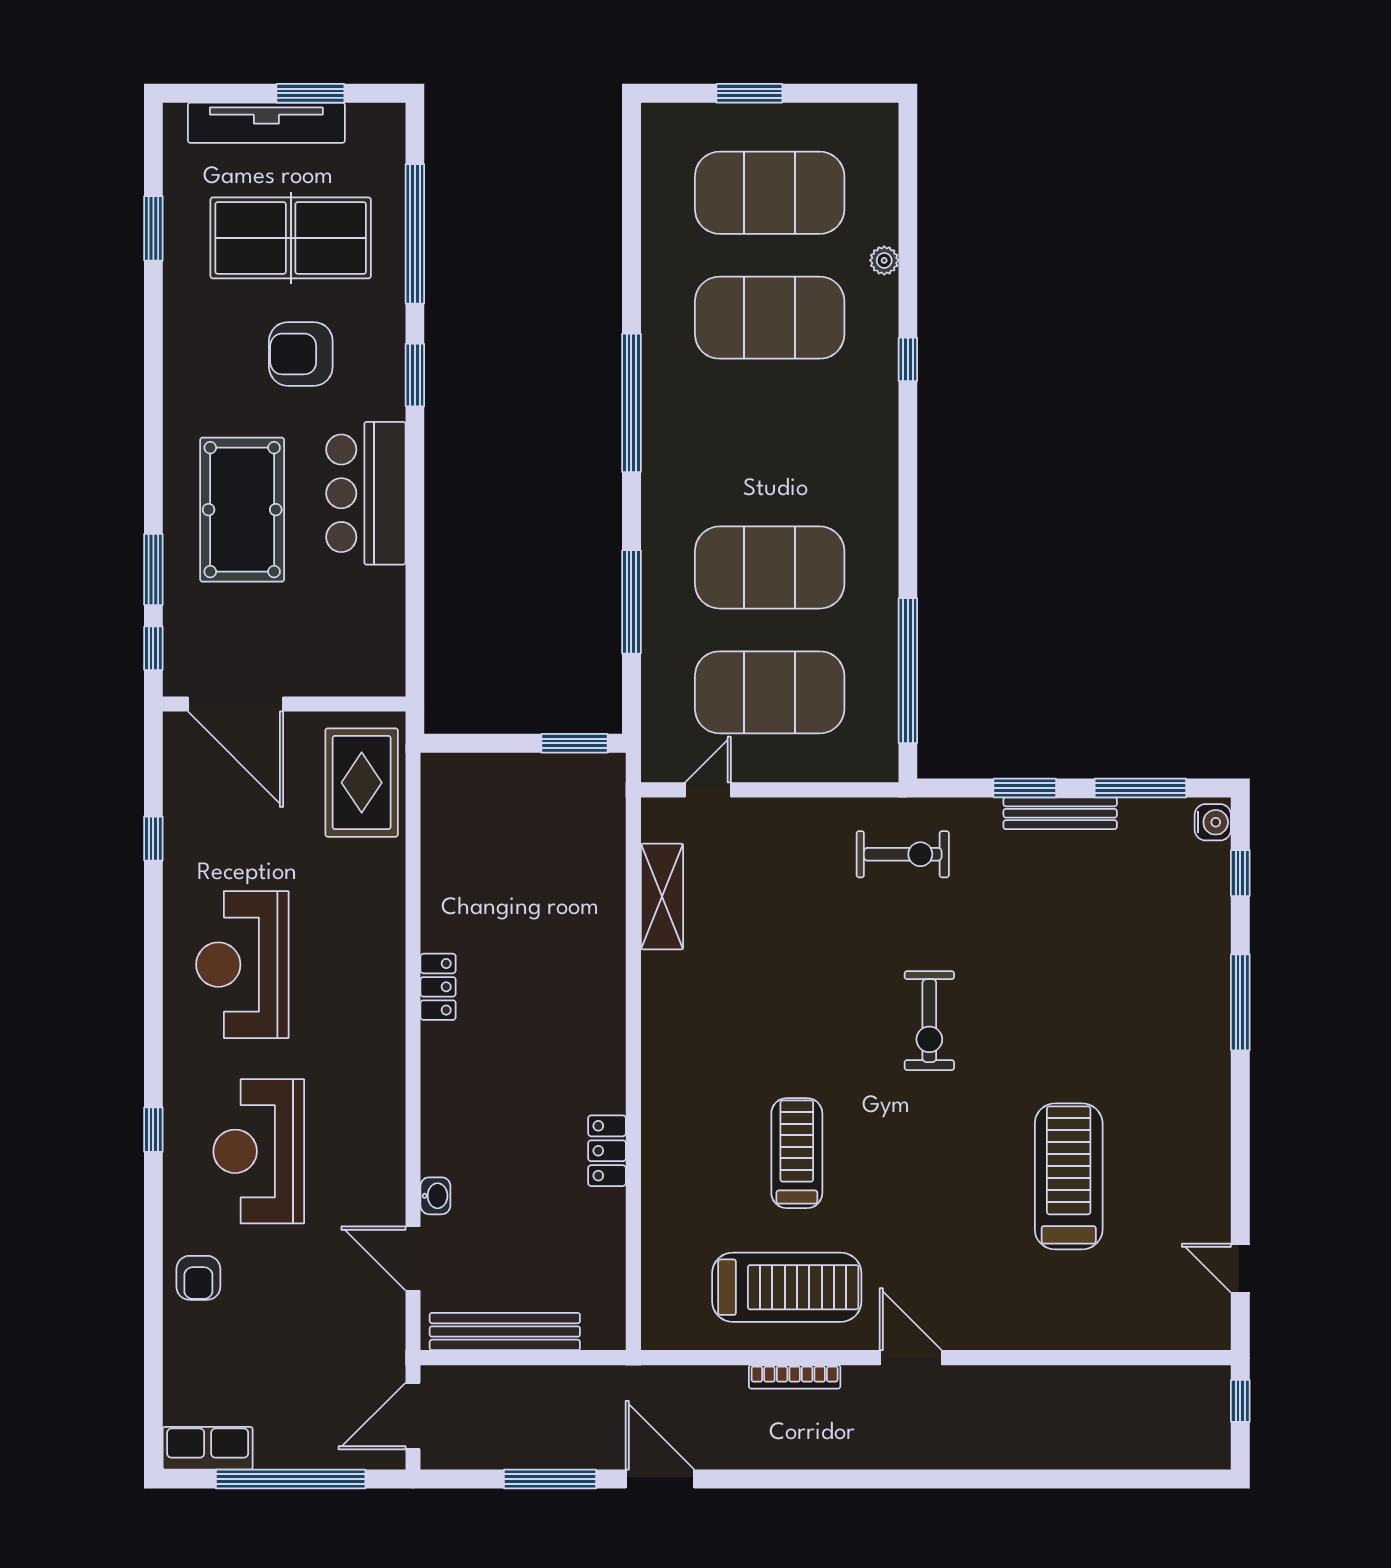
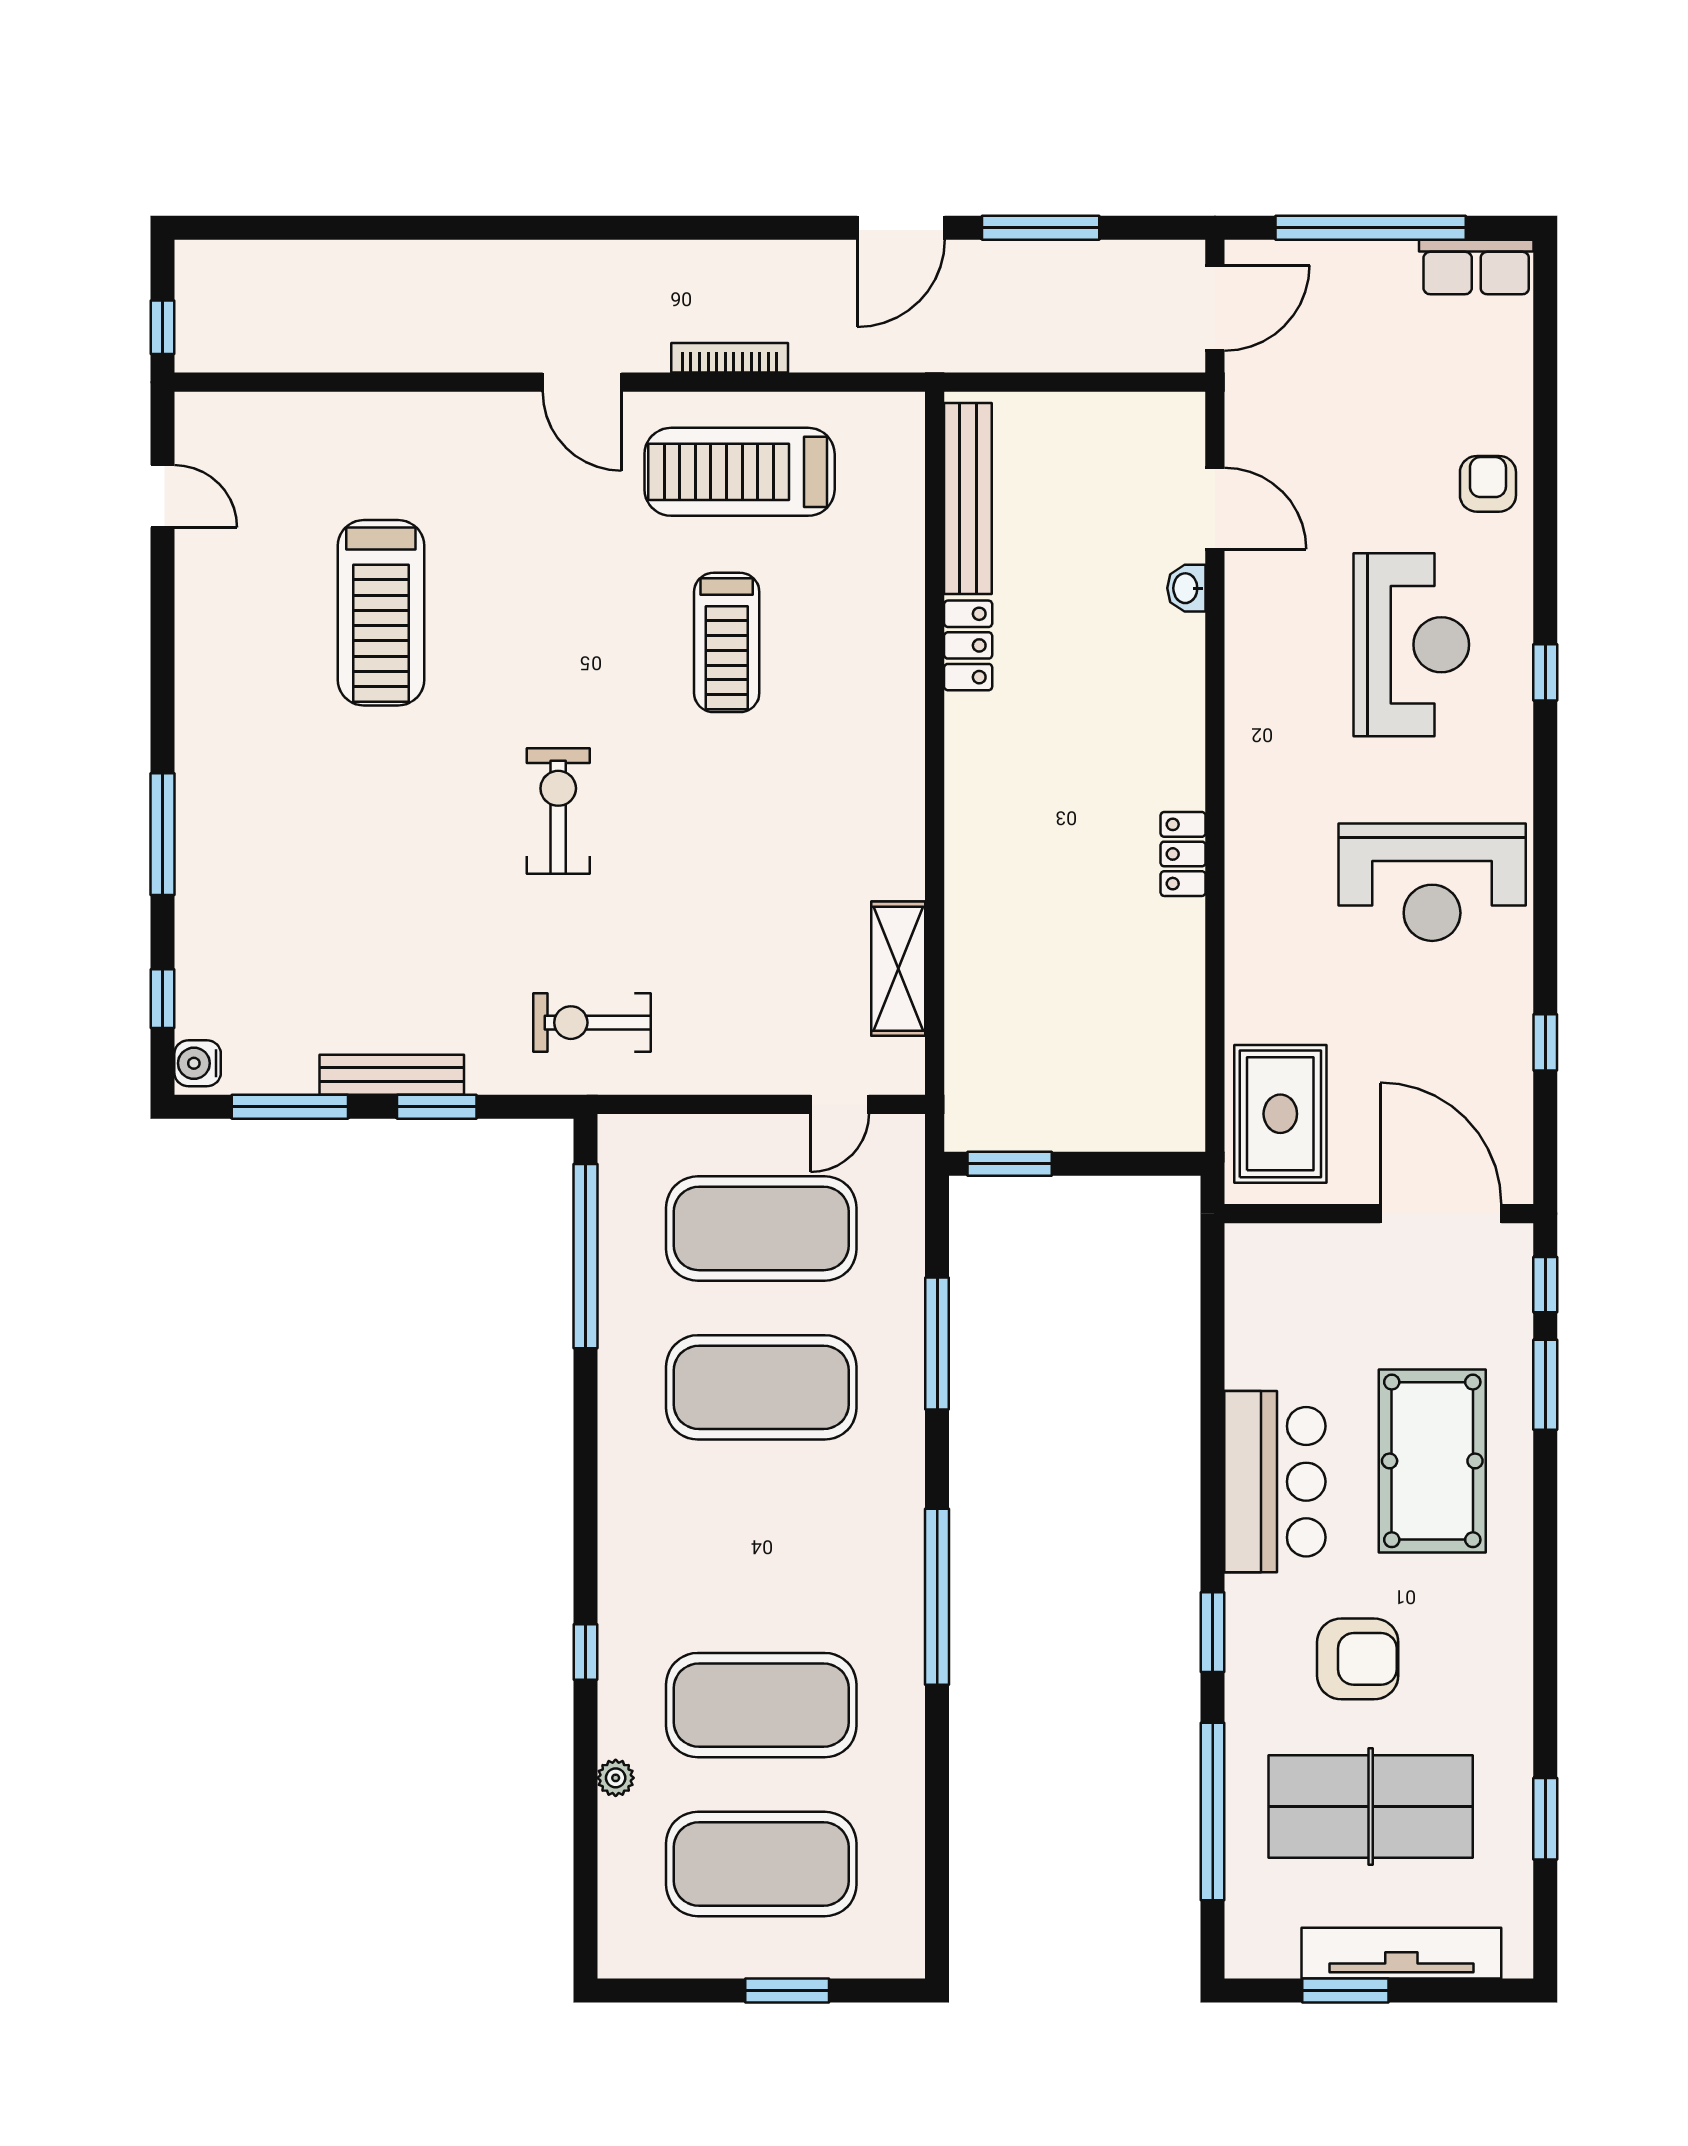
reception desk: (242, 965) -> (1432, 882), turned 90
bench: (505, 1331) -> (968, 499), moved, turned 90
door: (660, 1479) -> (901, 228), hinge flipped

